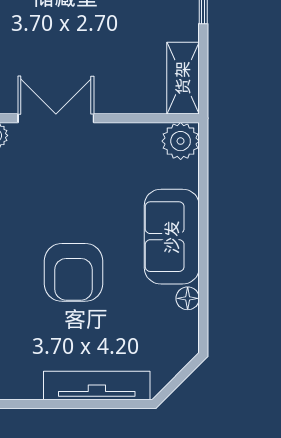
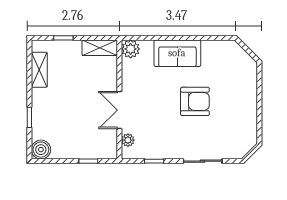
floor lamp: (188, 298) -> (208, 45), removed
tv unit: (97, 386) -> (250, 90), removed

